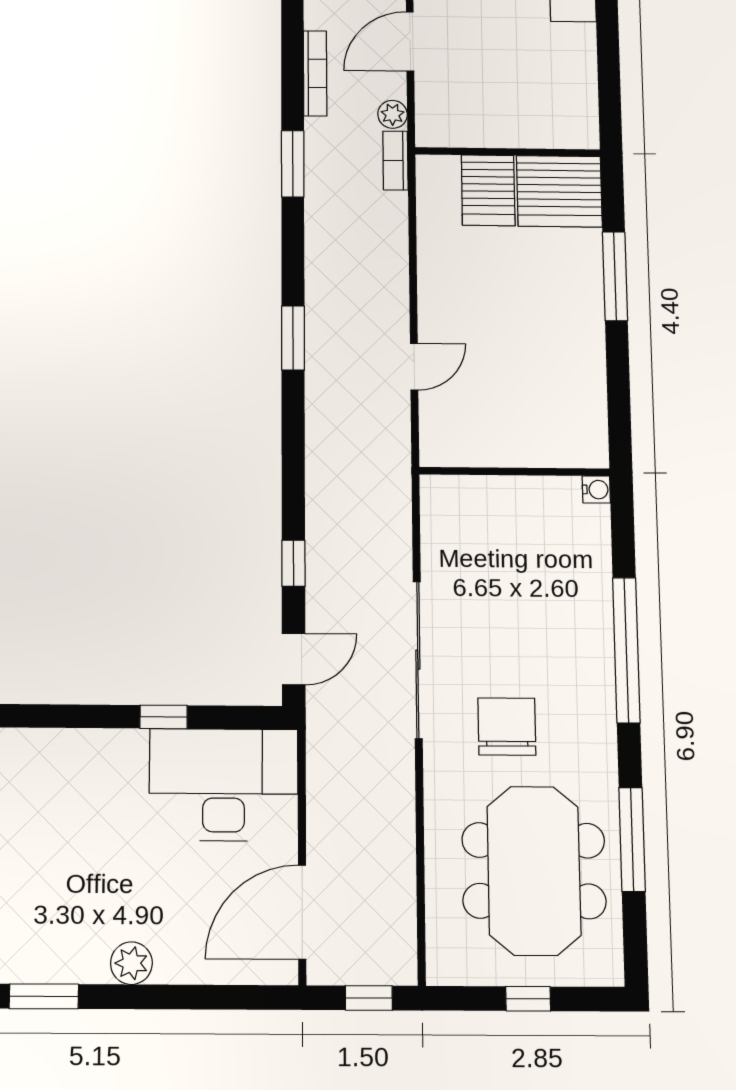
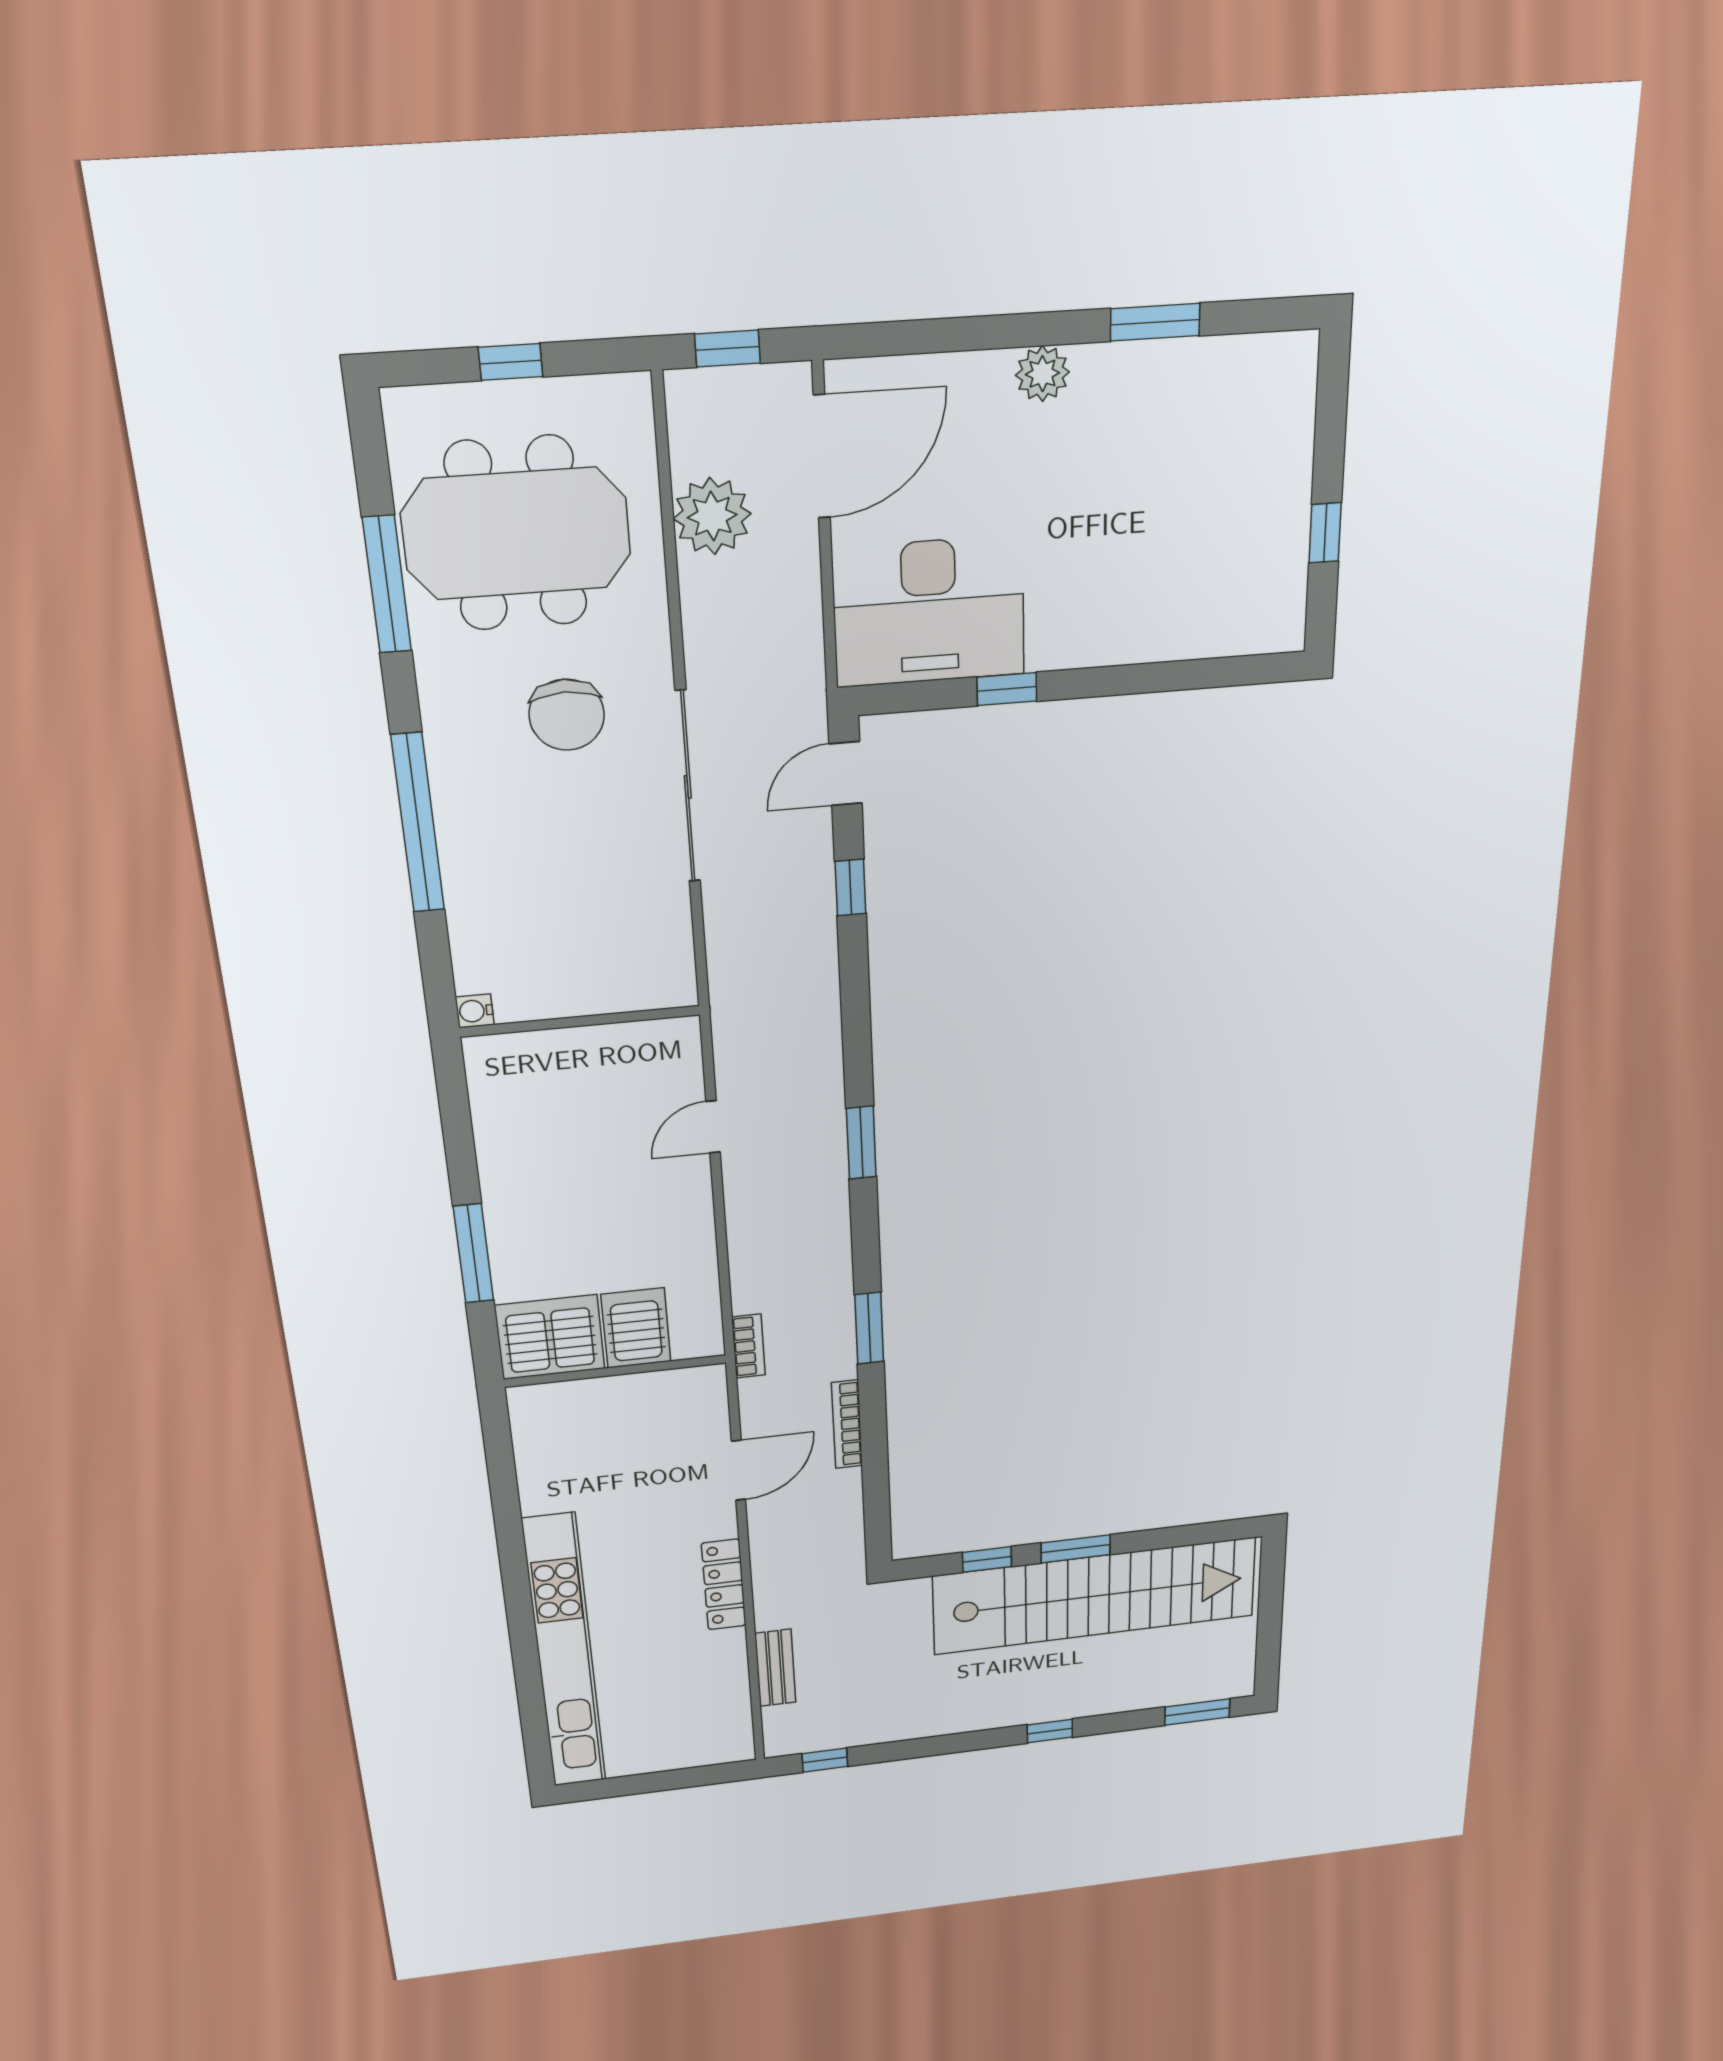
plant: (393, 114) -> (712, 516), moved, width x1.87, depth x1.87
meeting table: (534, 871) -> (516, 534), turned 90

